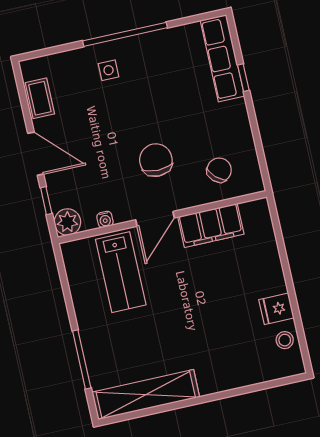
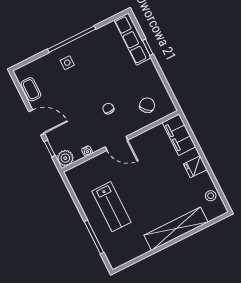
chair: (156, 160) -> (108, 109), width x0.54, depth x0.54
door: (155, 219) -> (116, 143), hinge flipped
filing cabinet: (211, 225) -> (179, 135), moved, turned 90
lab bench: (121, 272) -> (111, 207), moved
fridge: (276, 309) -> (195, 167), moved
shelving: (146, 395) -> (176, 229), moved

